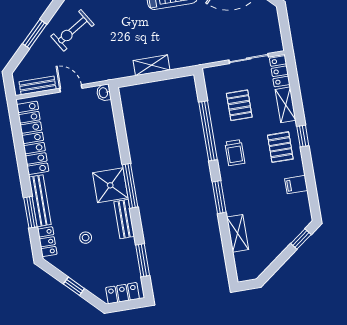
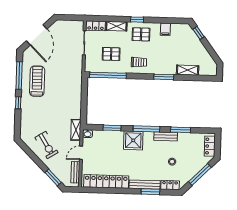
window: (35, 34) -> (53, 177), moved
shelving: (151, 65) -> (76, 130), moved
window: (121, 130) -> (112, 128), added
window: (208, 131) -> (108, 75), moved
shower: (110, 185) -> (133, 140), moved
window: (143, 260) -> (181, 130), moved
window: (74, 286) -> (200, 174), width x2.17

